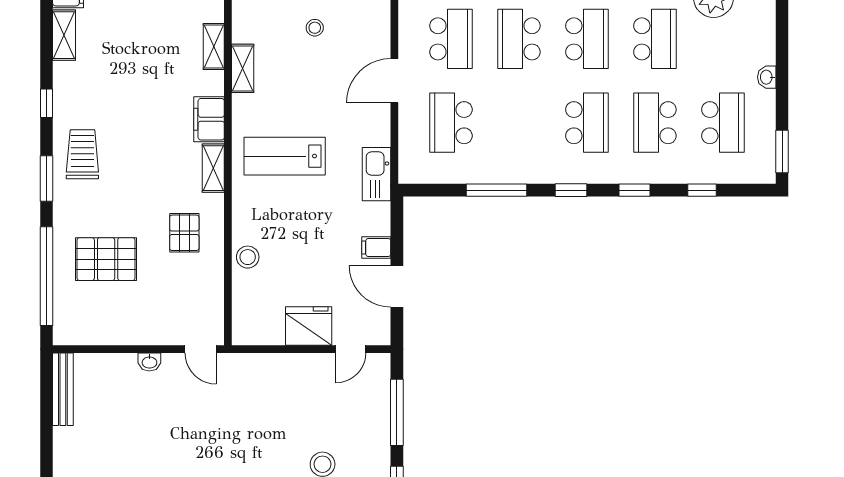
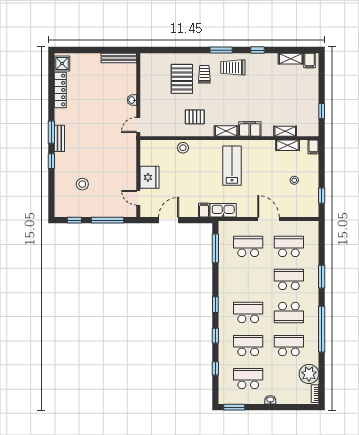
school desk: (451, 39) -> (289, 246), turned 180
school desk: (655, 39) -> (289, 346), turned 180
shelving: (243, 68) -> (288, 145), moved
school desk: (587, 123) -> (248, 312), turned 180
school desk: (723, 123) -> (248, 379), turned 180
trolley: (82, 154) -> (233, 67), turned 180
window: (497, 190) -> (215, 248), moved
trolley: (96, 213) -> (204, 74), added
filing cabinet: (376, 247) -> (204, 210), moved
window: (47, 276) -> (174, 50), removed

